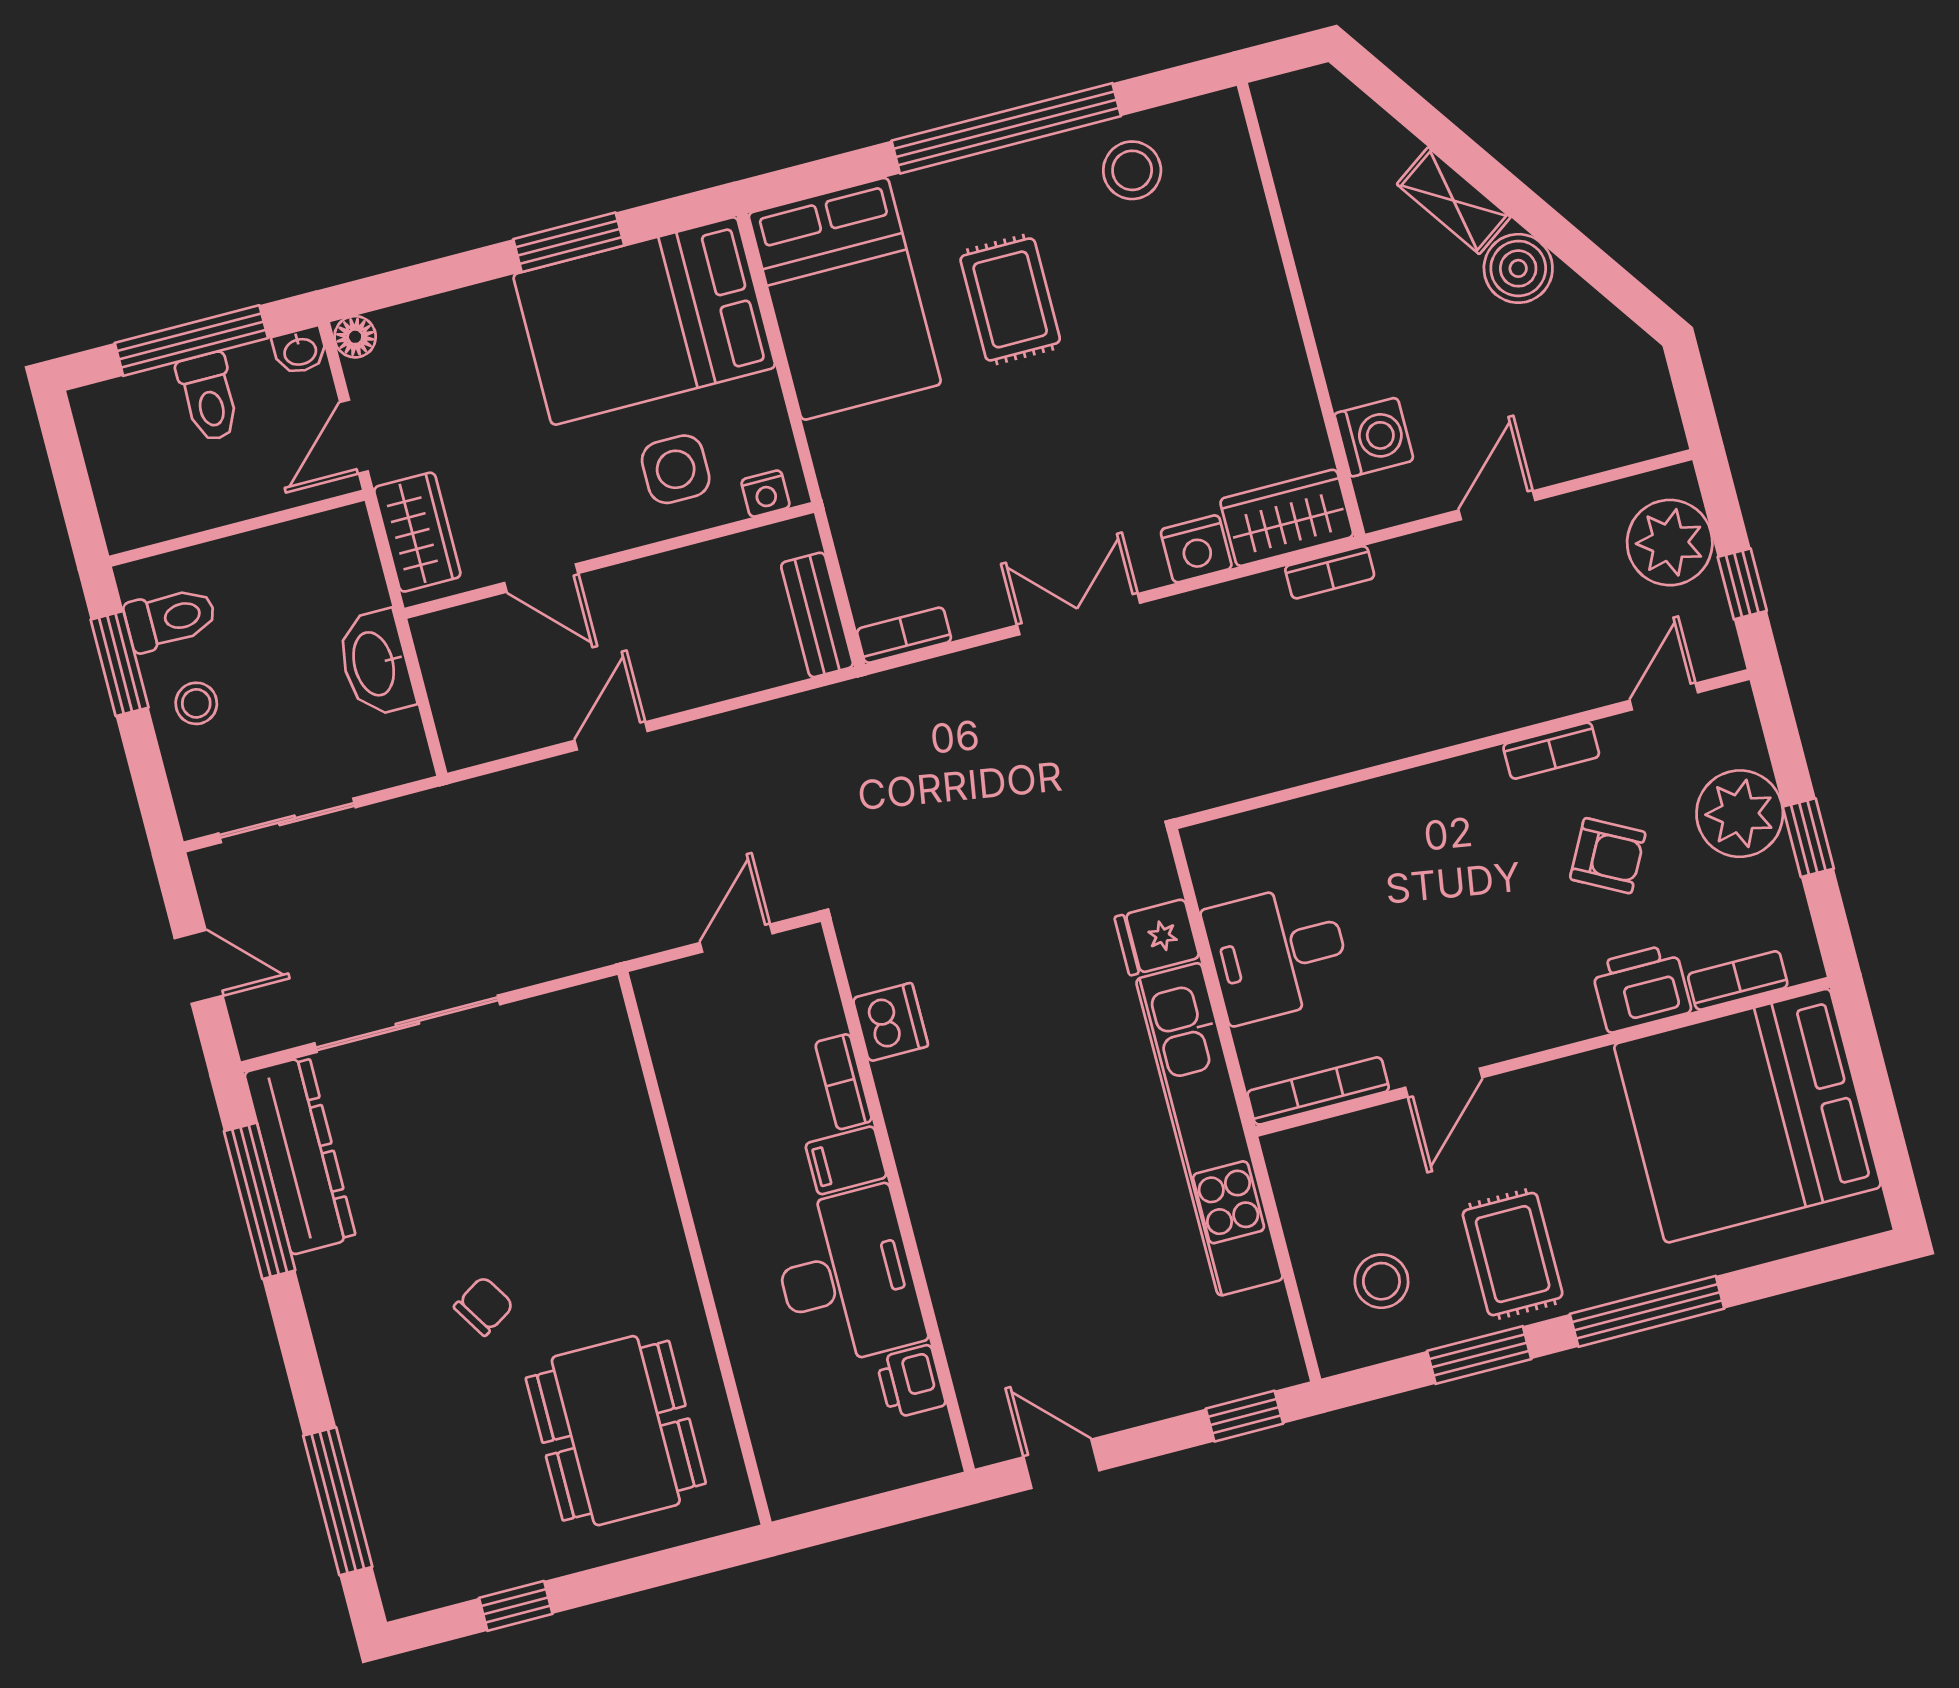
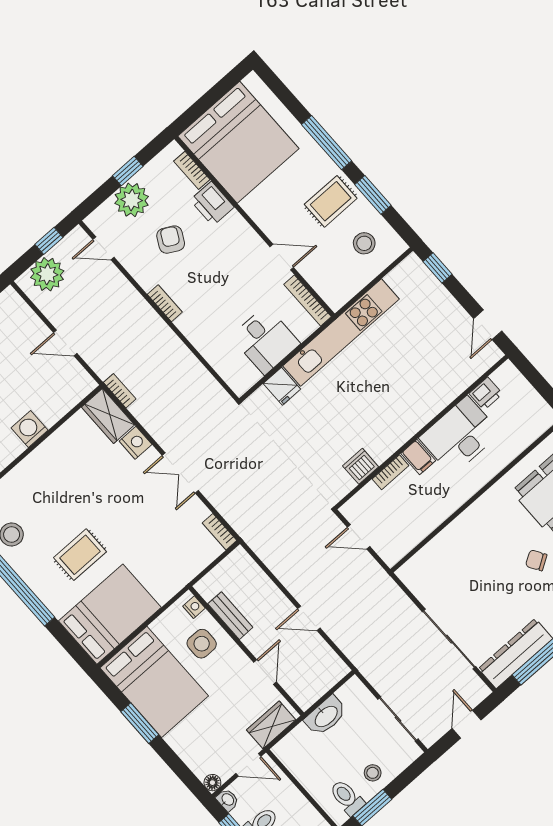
washing machine: (1374, 437) -> (30, 429), moved
bench: (817, 615) -> (230, 616), moved, turned 90
bookcase: (1551, 751) -> (165, 303), moved

